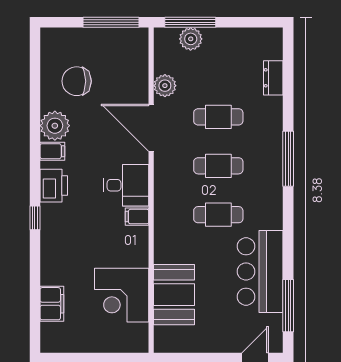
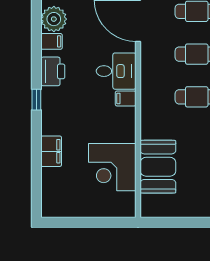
filing cabinet: (52, 304) -> (51, 151), moved

